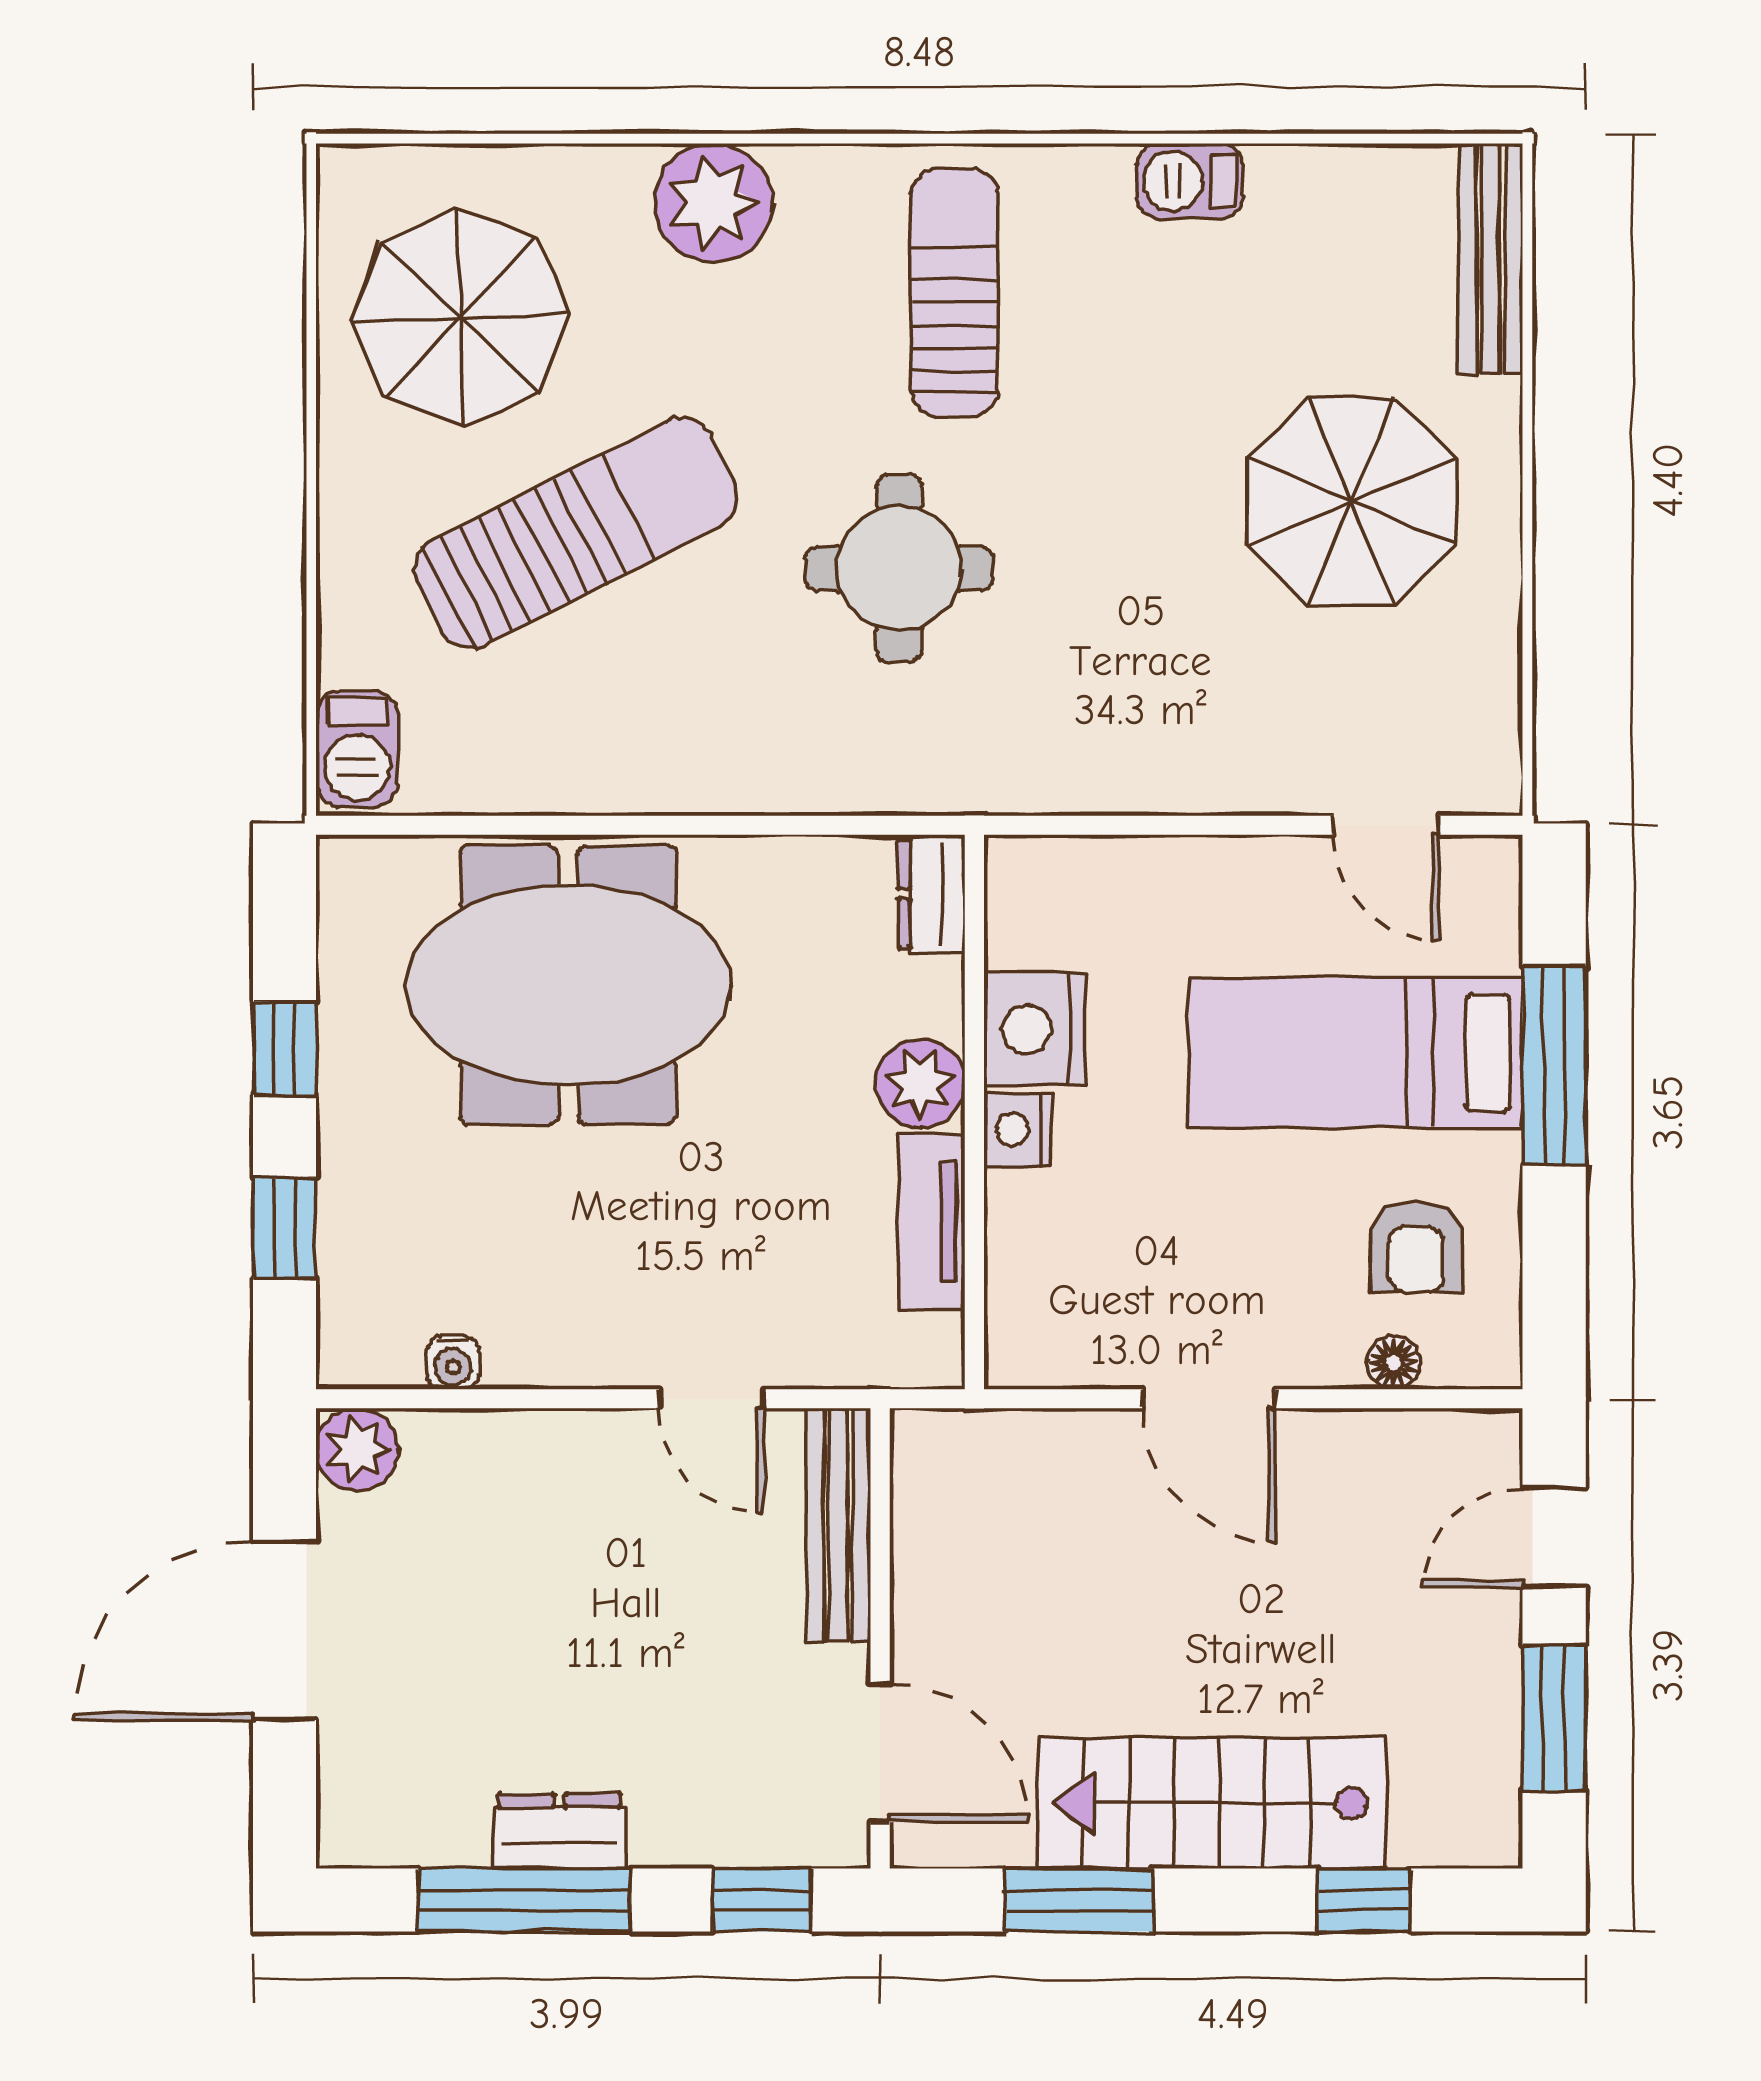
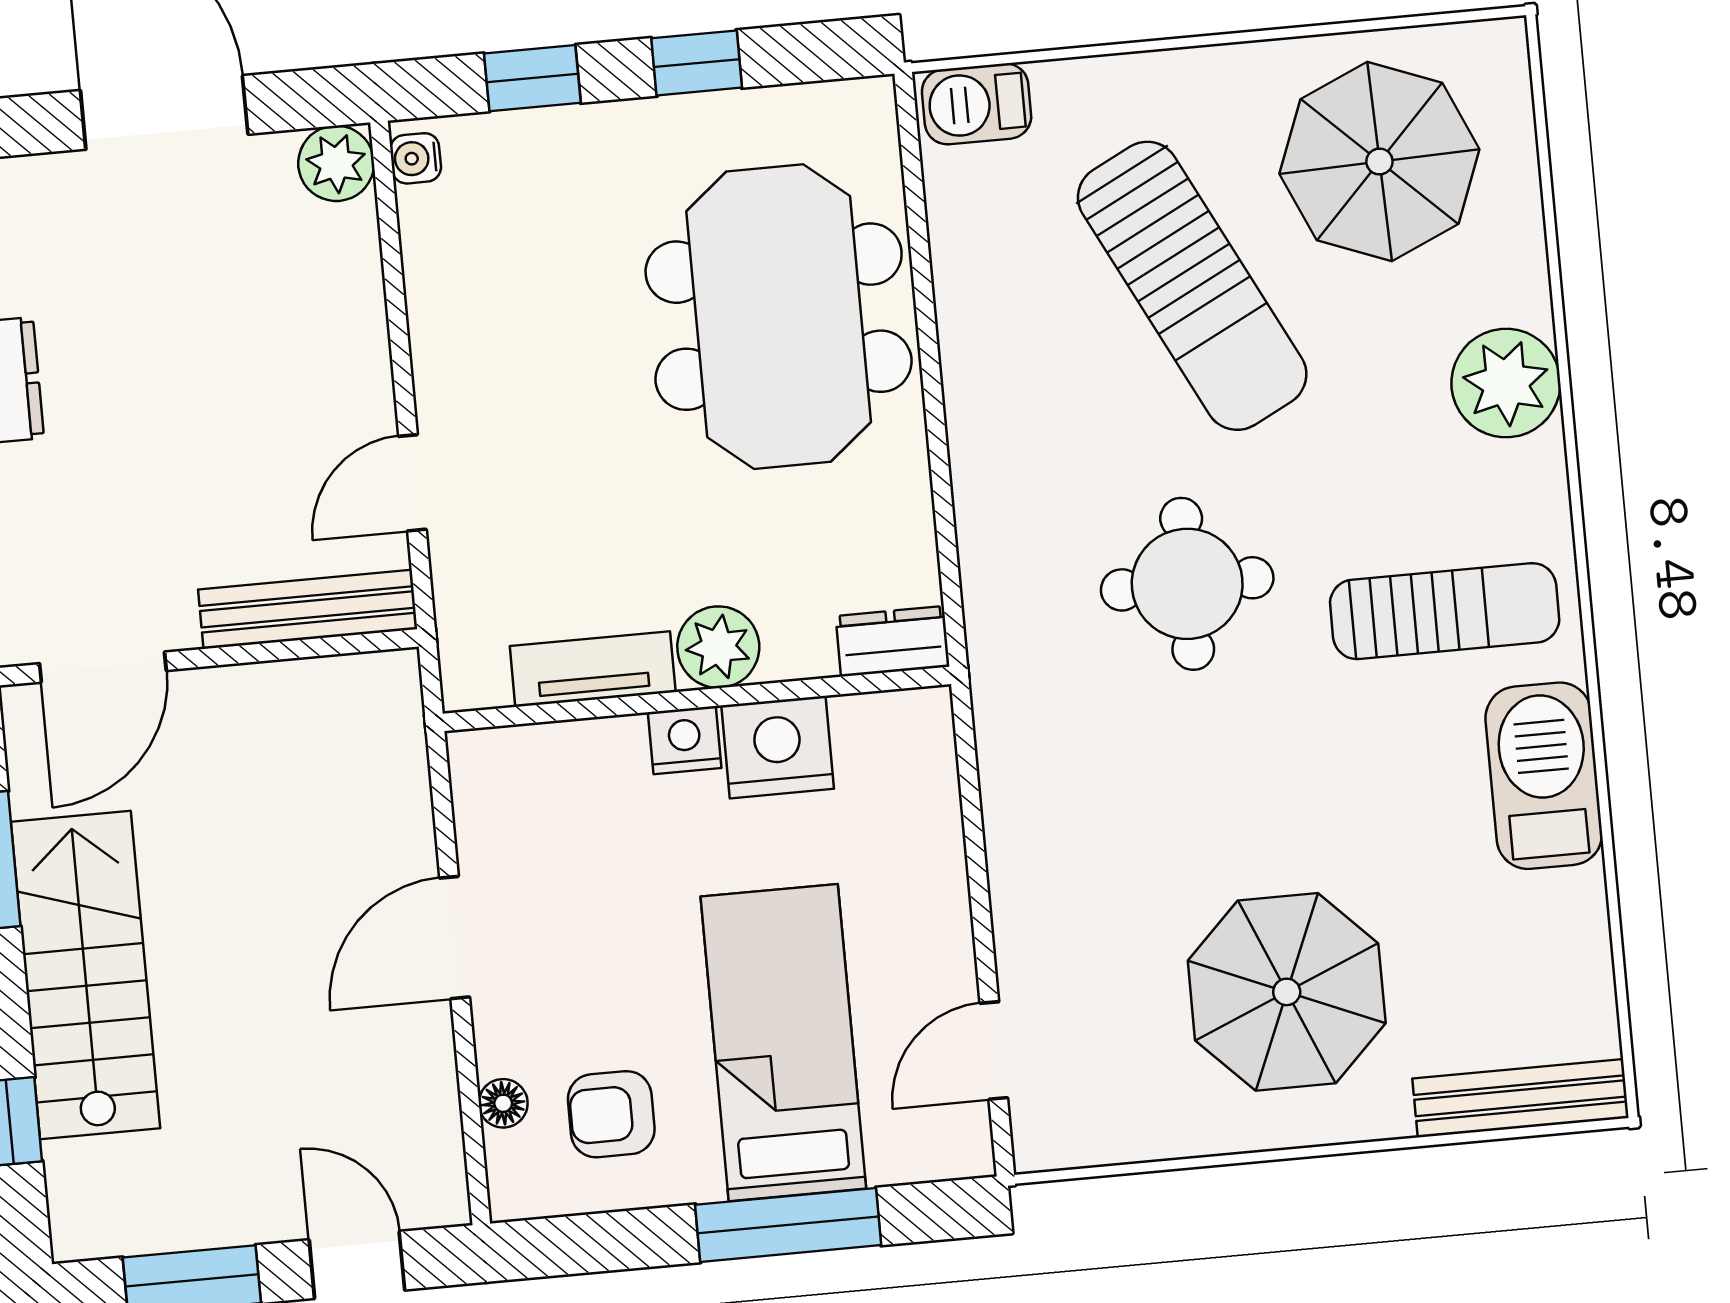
barbecue: (1190, 181) -> (1544, 776), width x1.88, depth x1.53
water cooler: (453, 1363) -> (416, 158), moved

